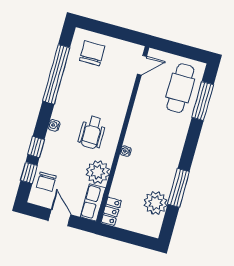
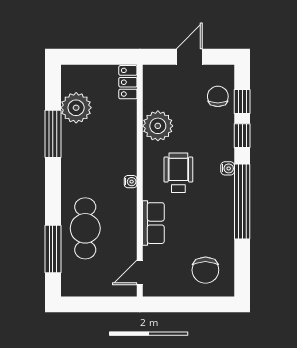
window: (56, 74) -> (242, 201), moved
cafe table: (180, 88) -> (85, 228), moved
water cooler: (126, 151) -> (131, 182), moved
row of seats: (93, 202) -> (153, 223), moved
door: (60, 218) -> (189, 57), swing flipped

